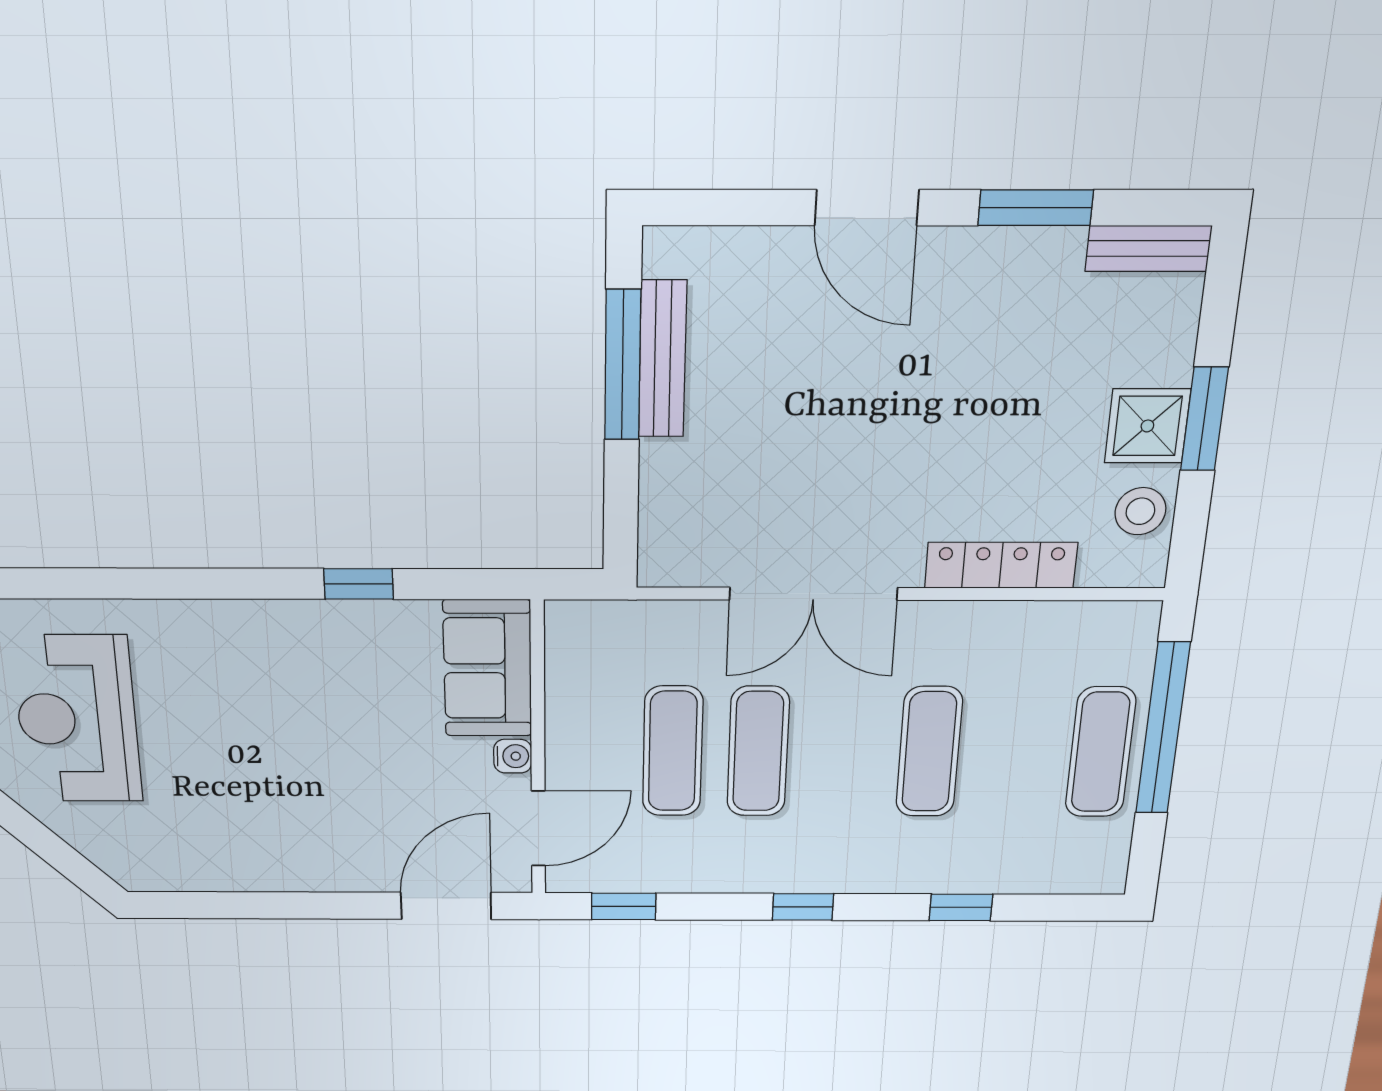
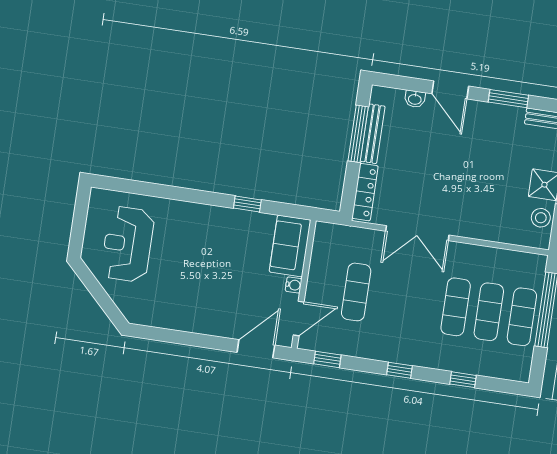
washbasin: (769, 248) -> (415, 99), added
locker: (1001, 565) -> (365, 192), moved, turned 90
exercise mat: (758, 751) -> (489, 312), moved

